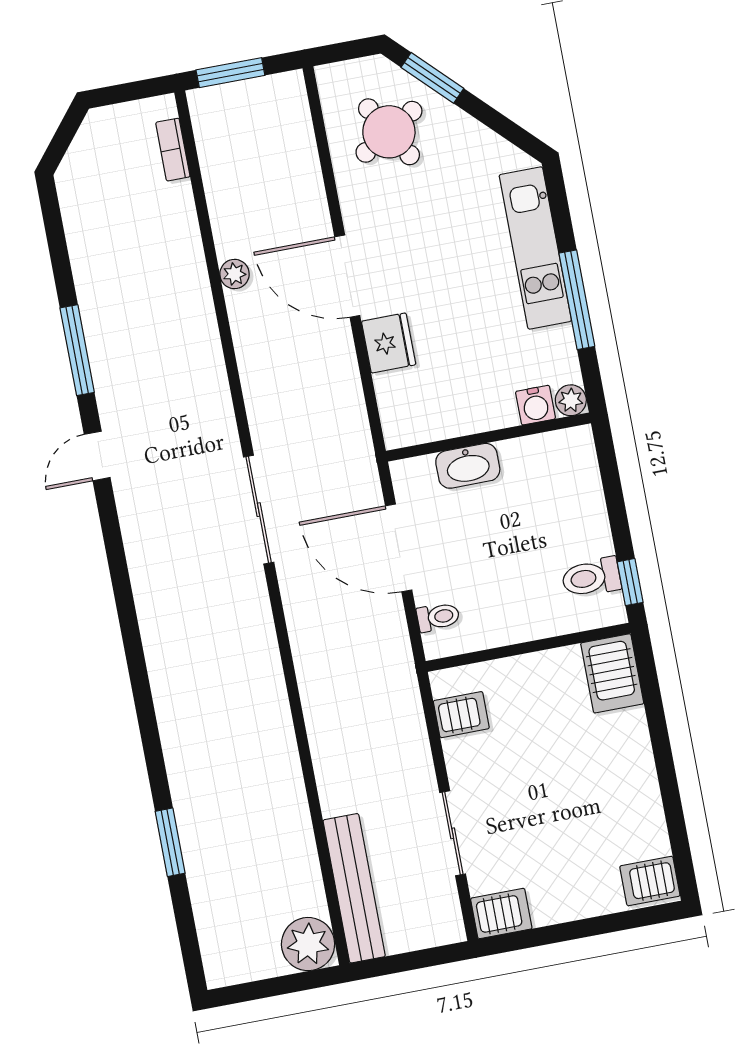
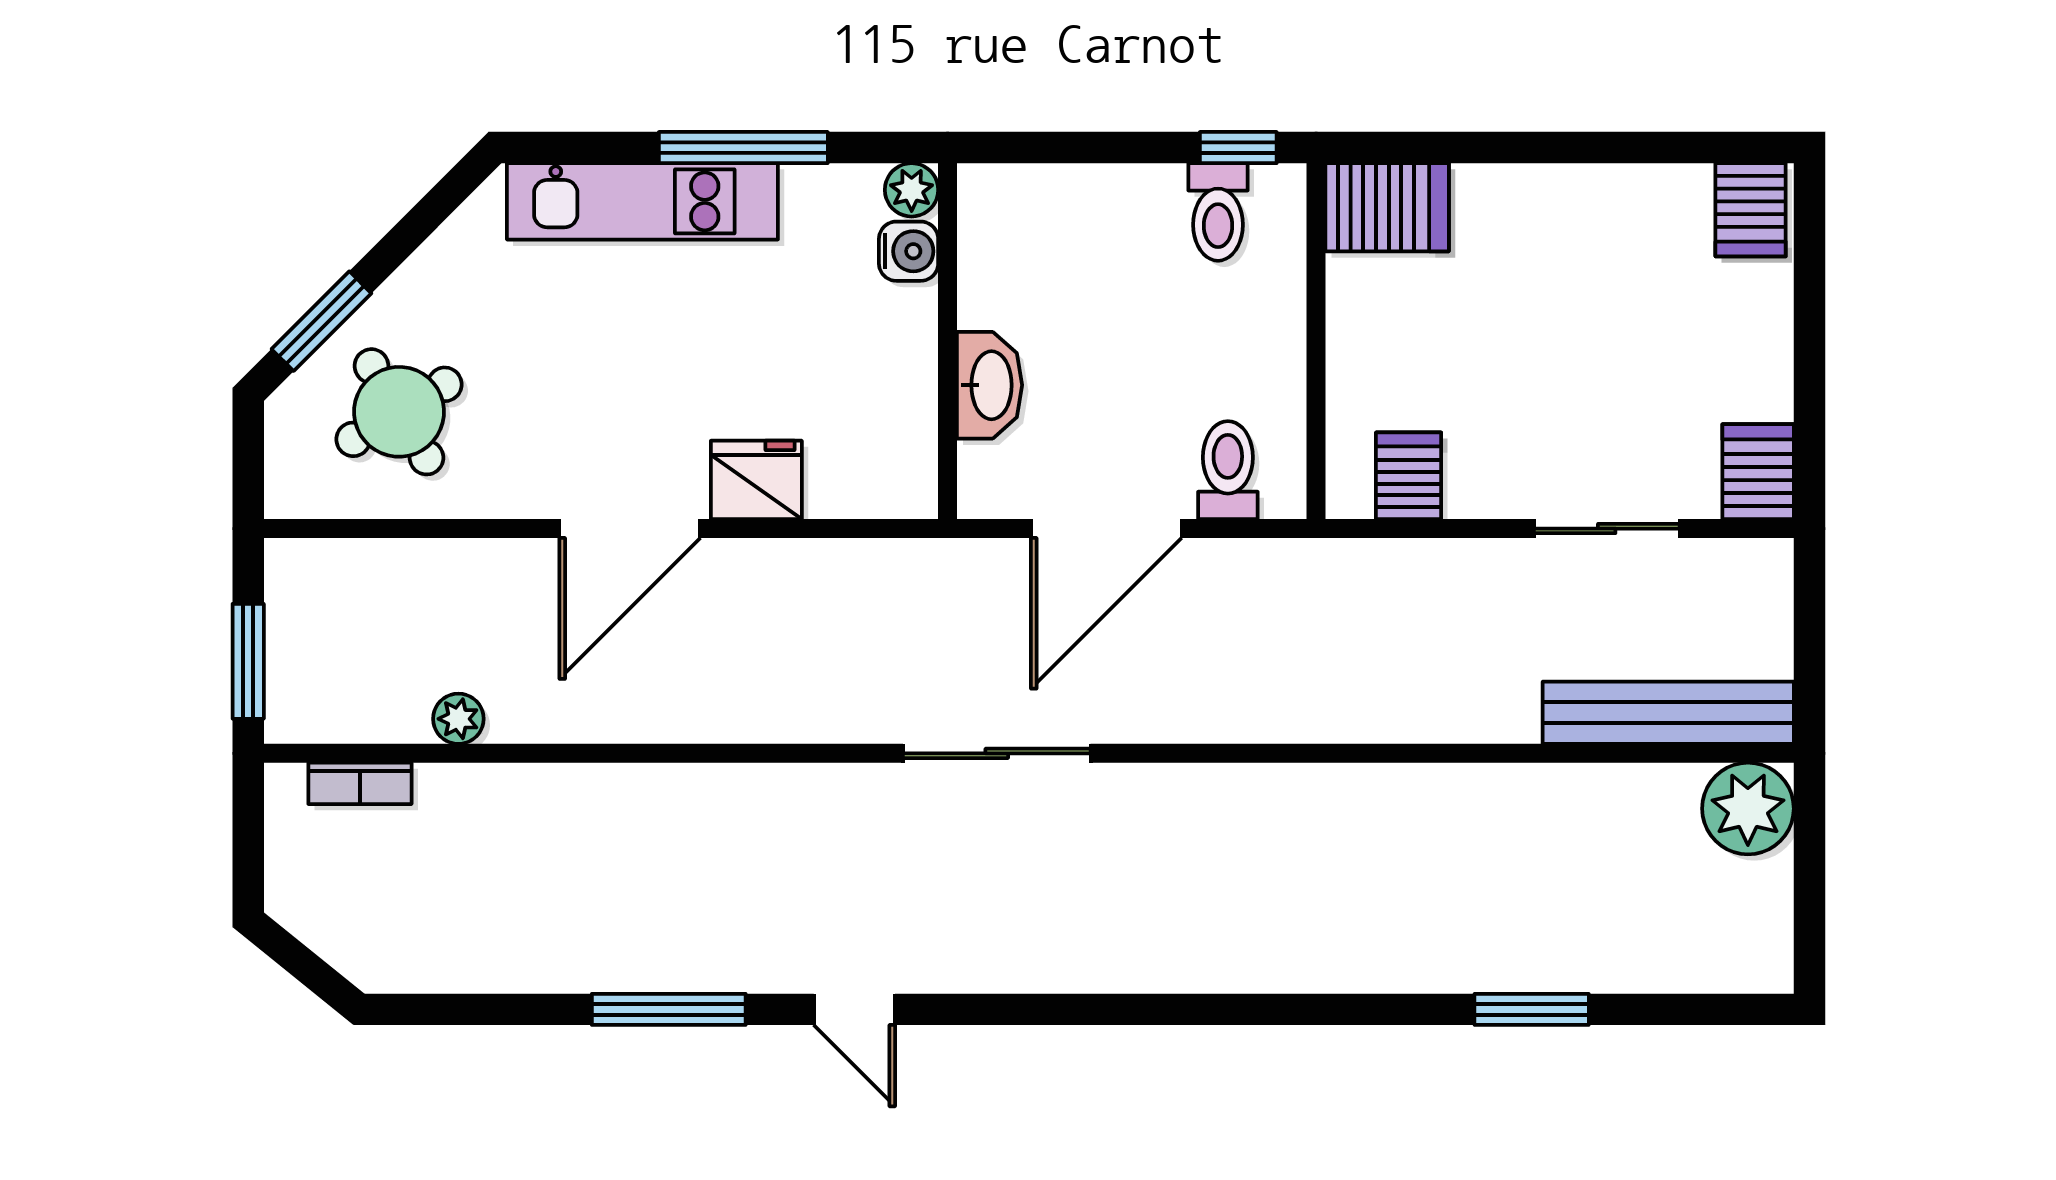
plant: (234, 274) -> (458, 719), moved
toilet: (438, 617) -> (1228, 470), width x1.37, depth x1.39

